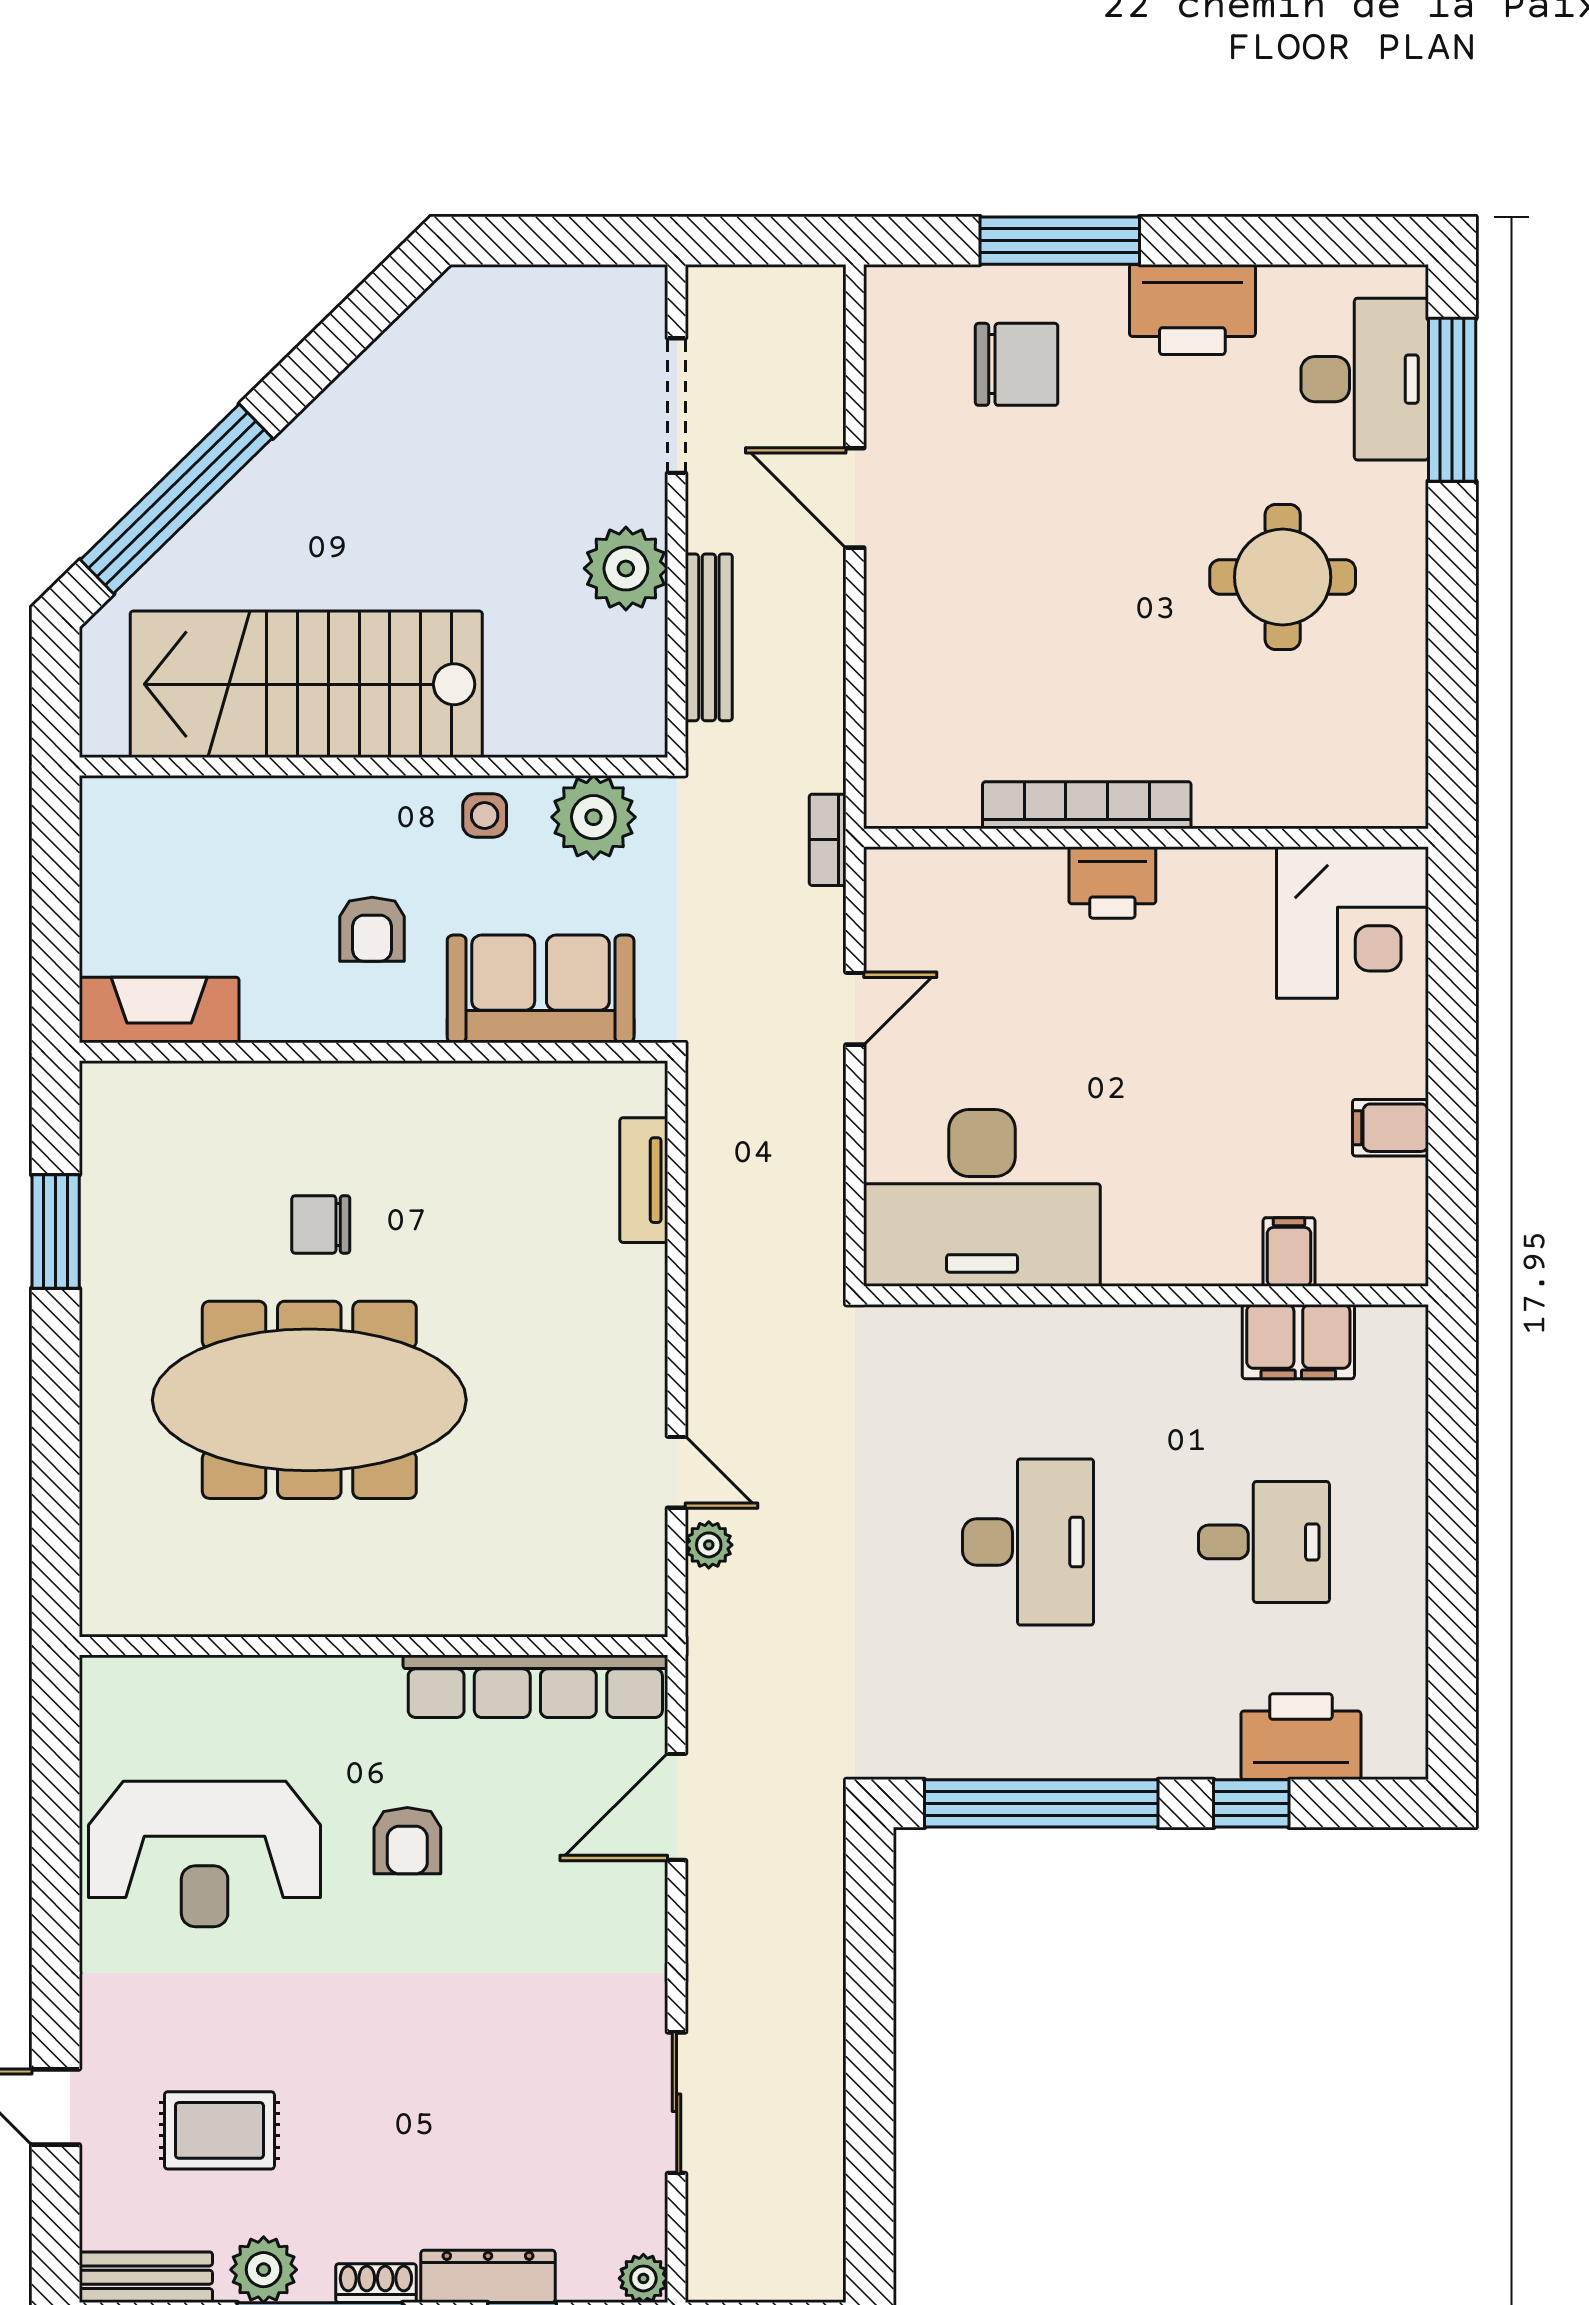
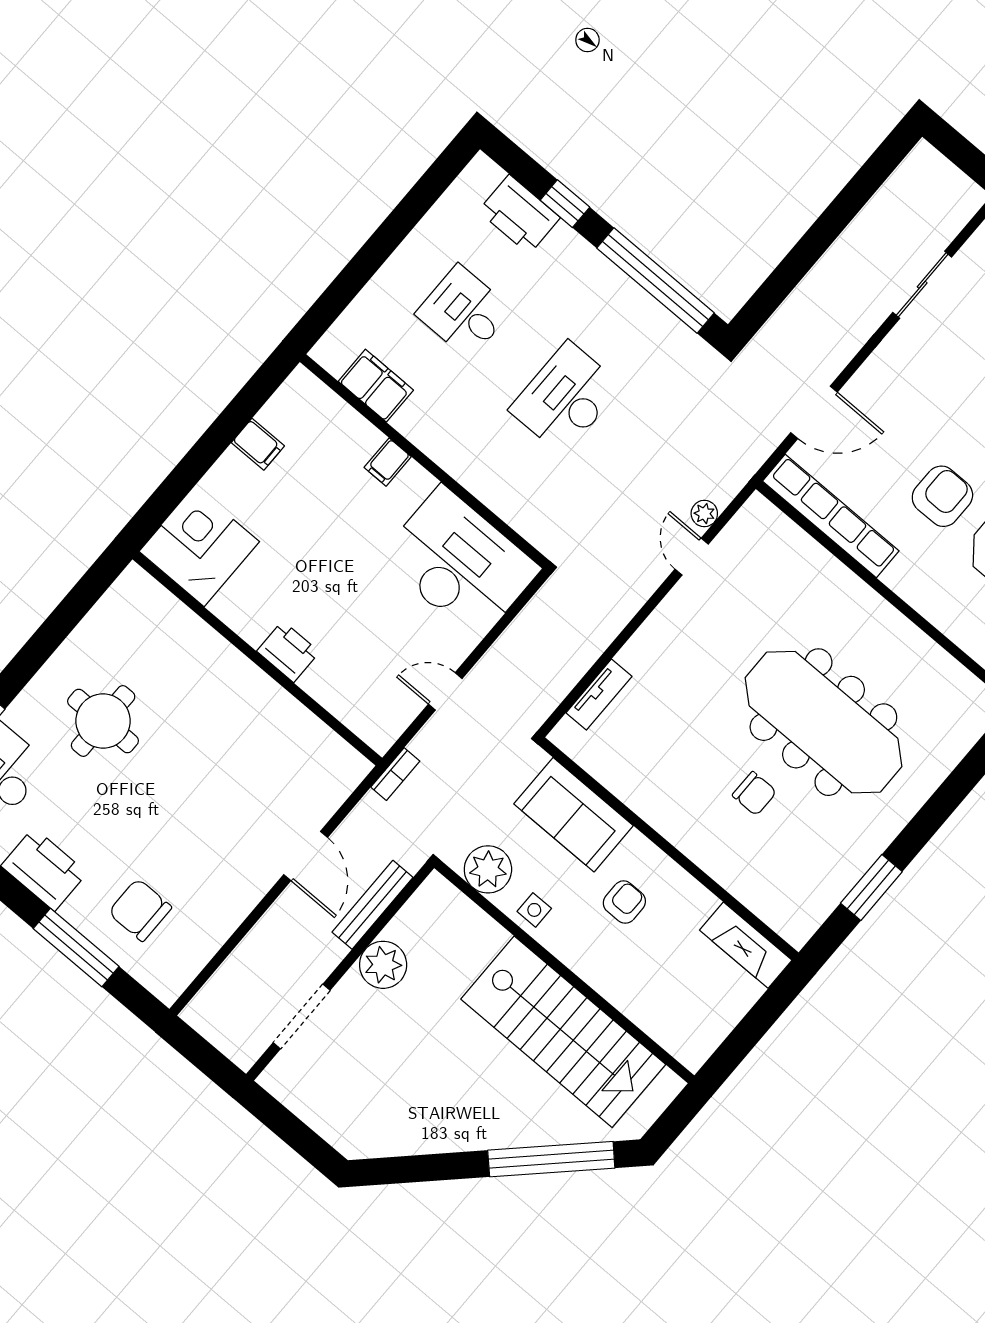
door: (855, 498) -> (306, 856), moved
bookcase: (1087, 805) -> (271, 694), removed
filing cabinet: (1289, 1252) -> (388, 462), moved
armchair: (407, 1841) -> (942, 496), width x1.38, depth x1.38

